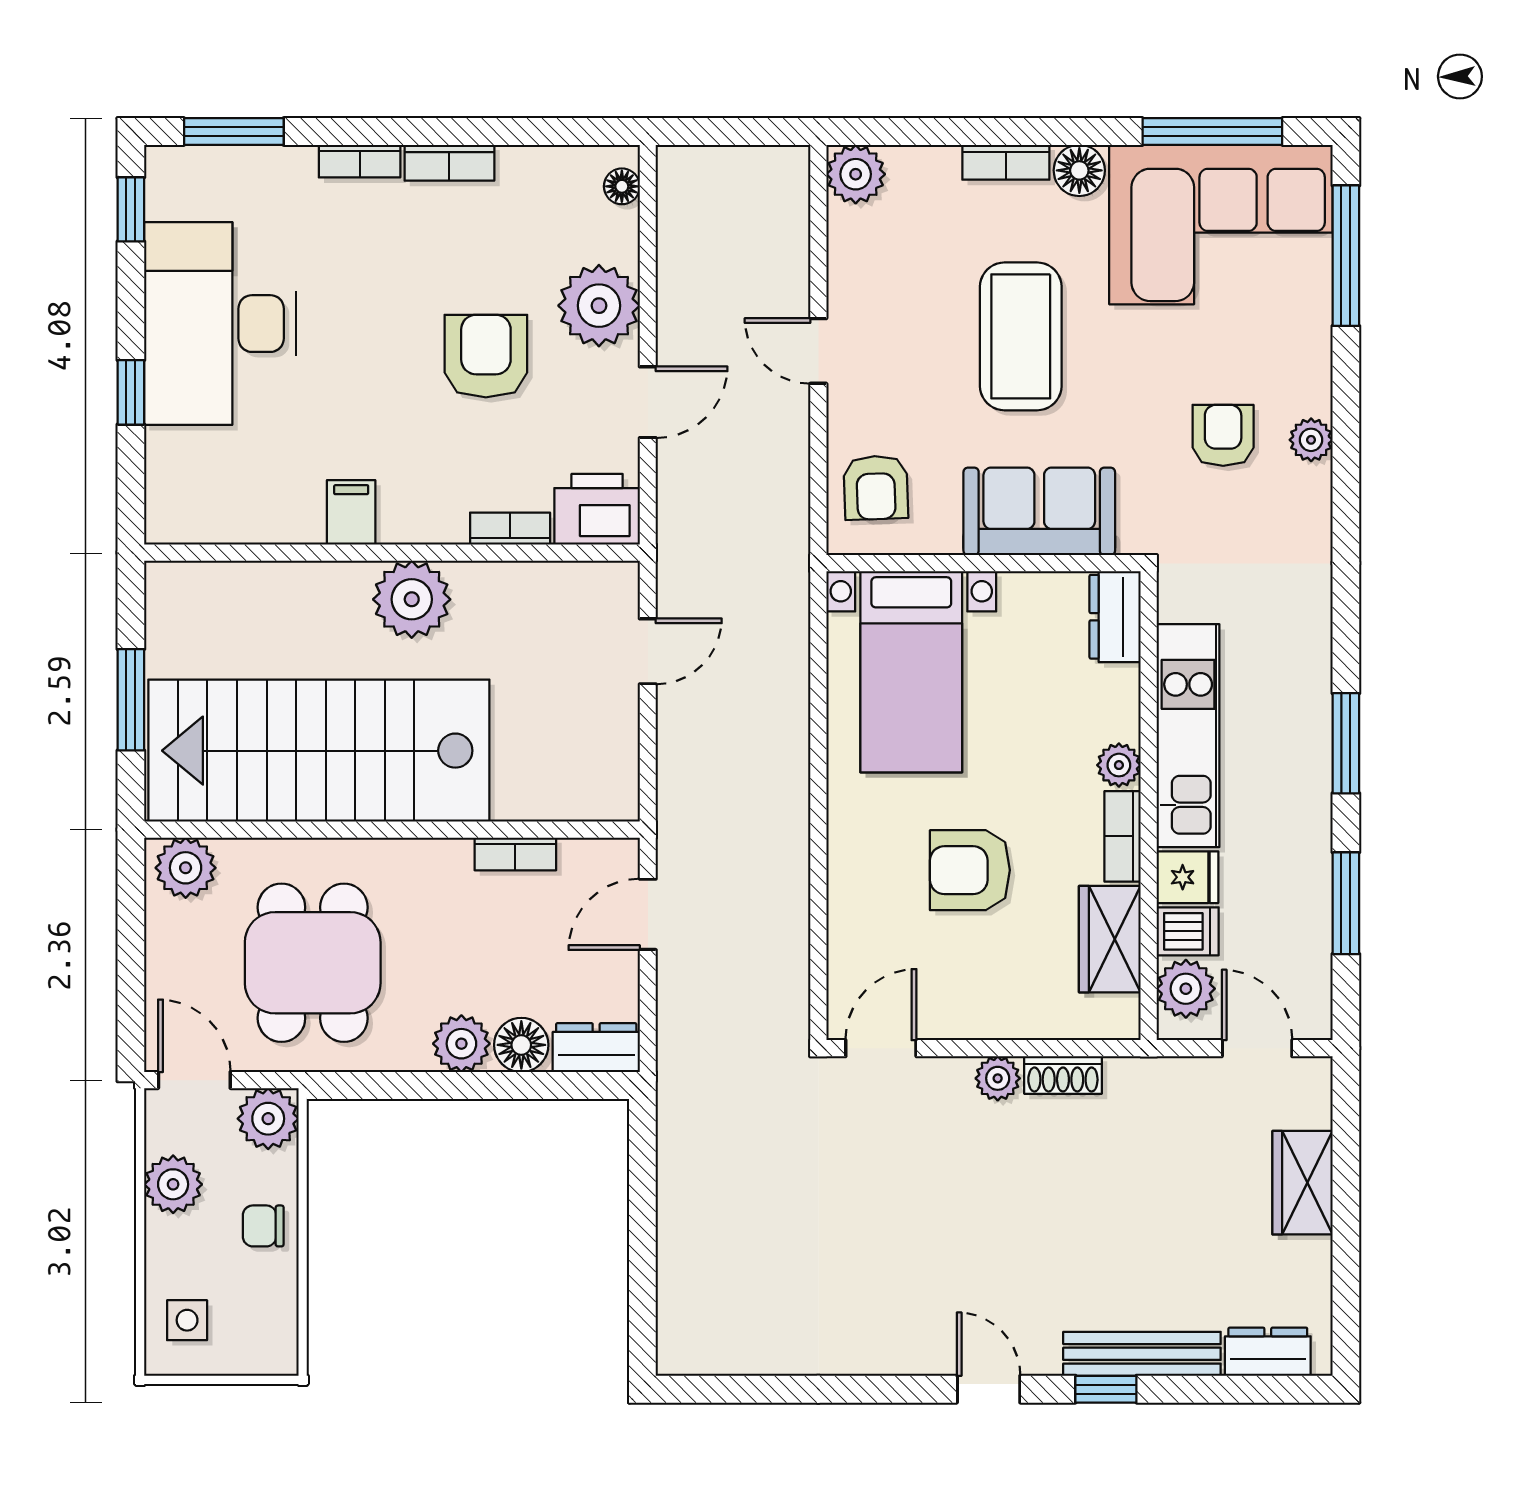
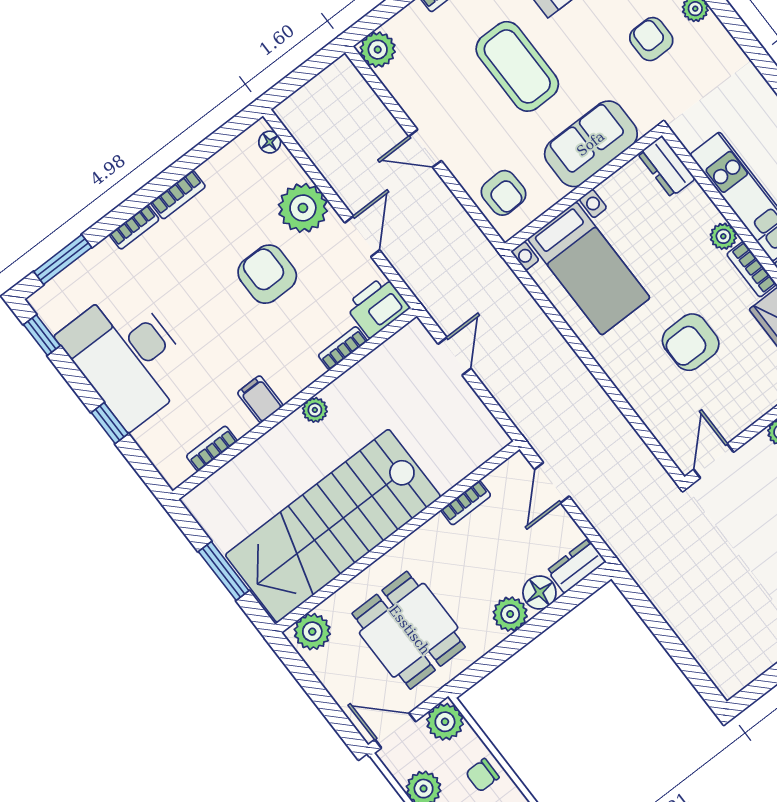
bookcase: (238, 528) -> (212, 449), added
plant: (412, 599) -> (315, 410), width x0.53, depth x0.53

